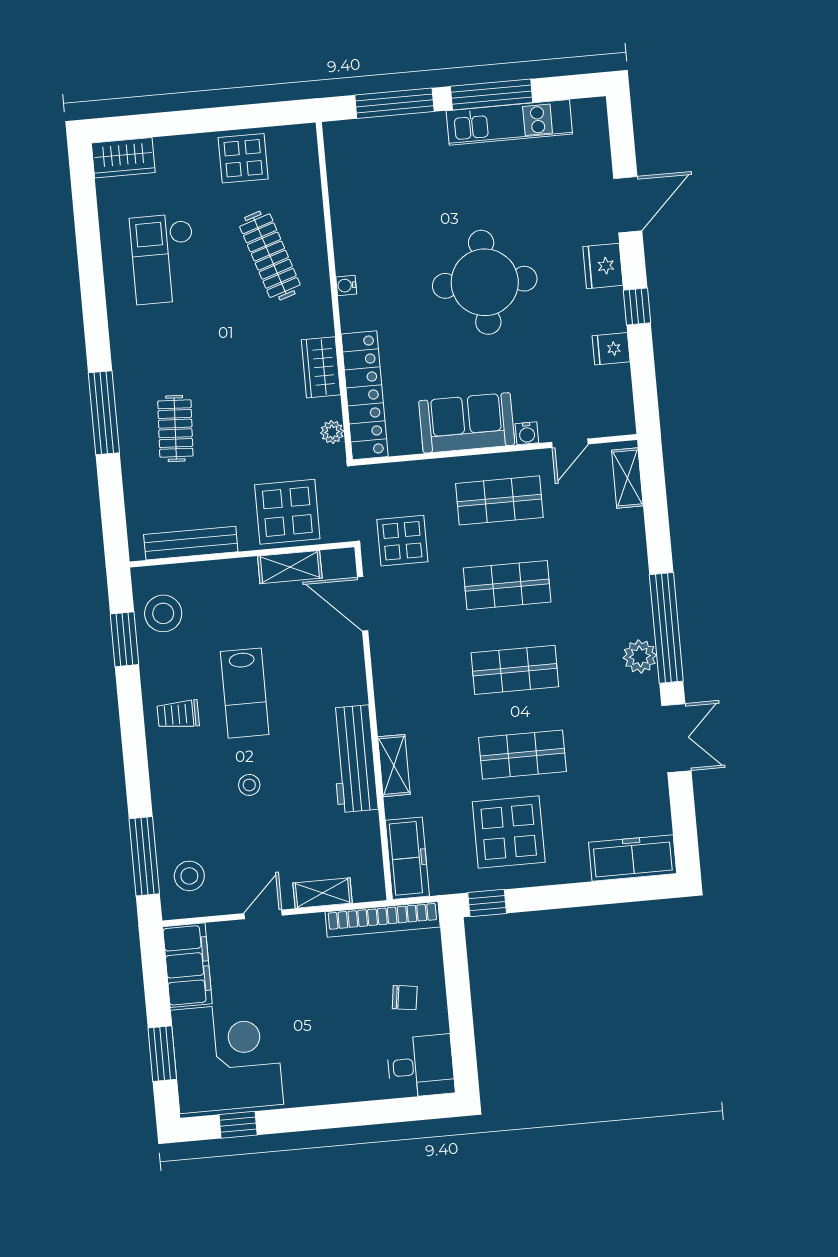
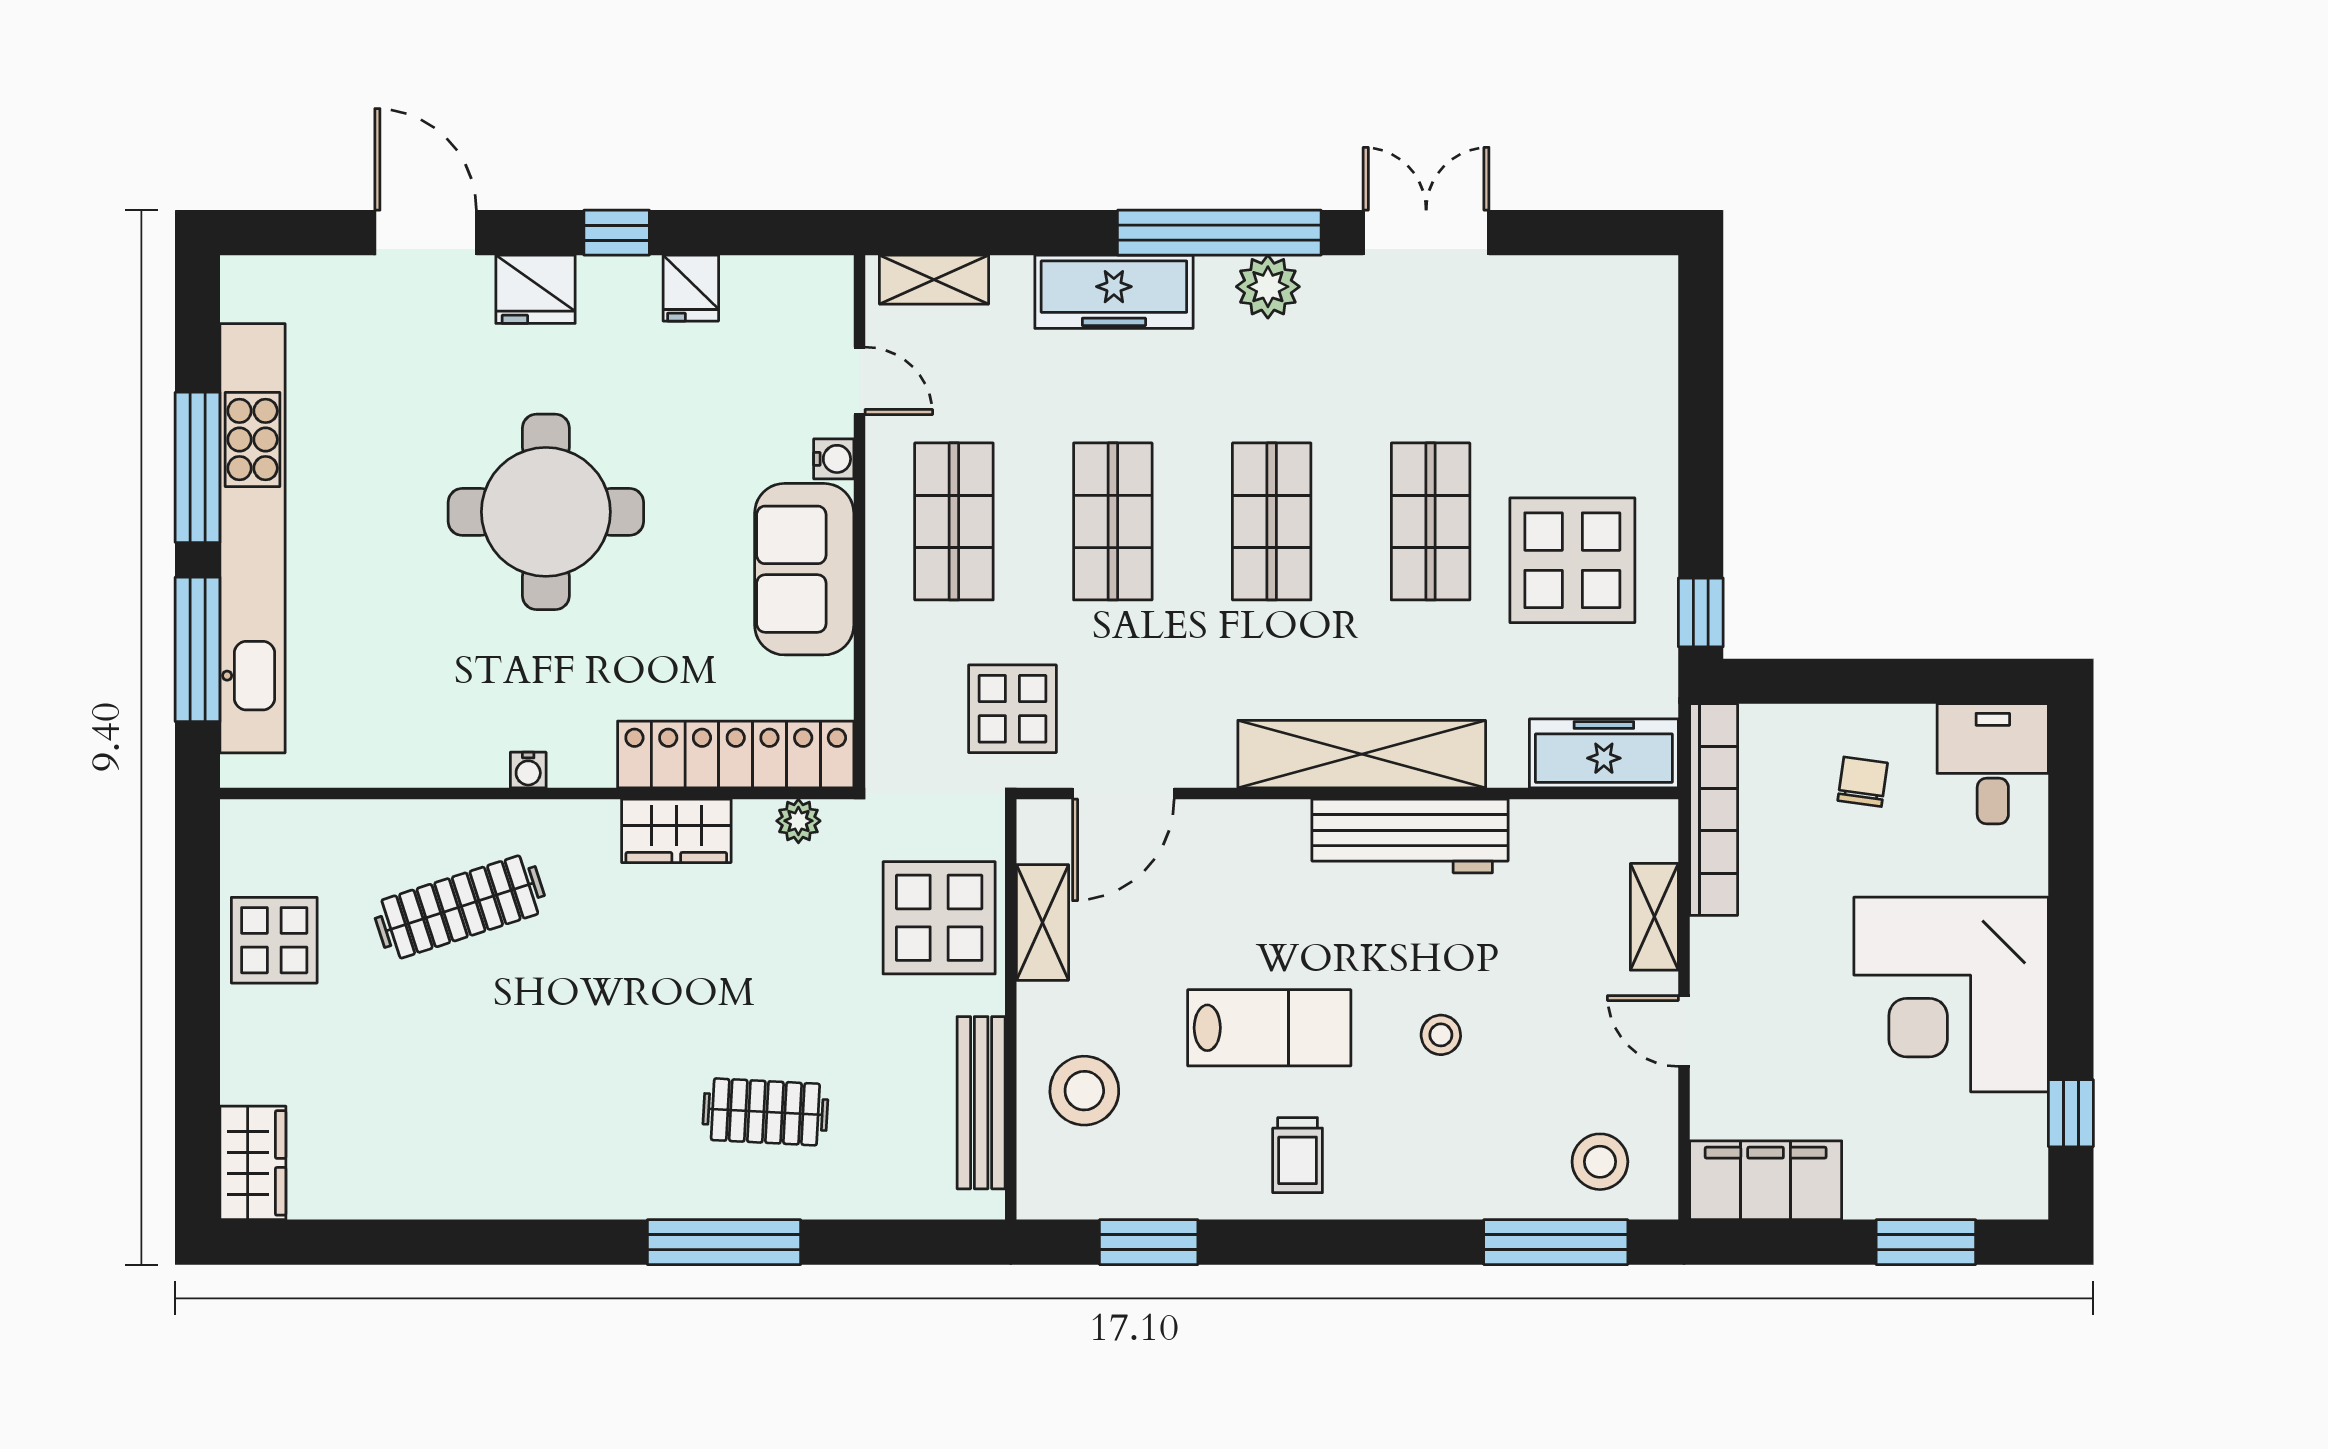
kitchen unit: (509, 122) -> (253, 538), width x1.86
checkout: (164, 259) -> (448, 1105), removed
stool: (163, 613) -> (1084, 1091), moved
shelving: (394, 766) -> (1362, 754), width x2.20, depth x1.33
freezer: (633, 858) -> (1114, 292), moved, turned -90
corner desk: (227, 1057) -> (1951, 995), moved, turned -90

